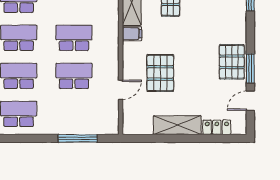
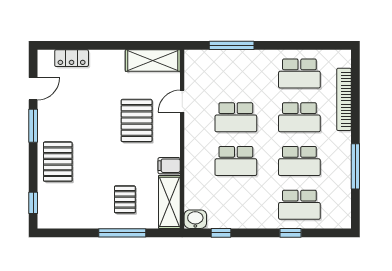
pallet: (232, 62) -> (58, 162), moved
shelving: (177, 125) -> (153, 61), moved

